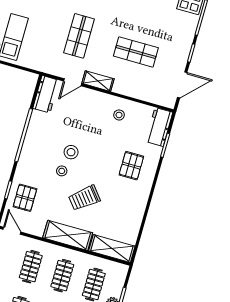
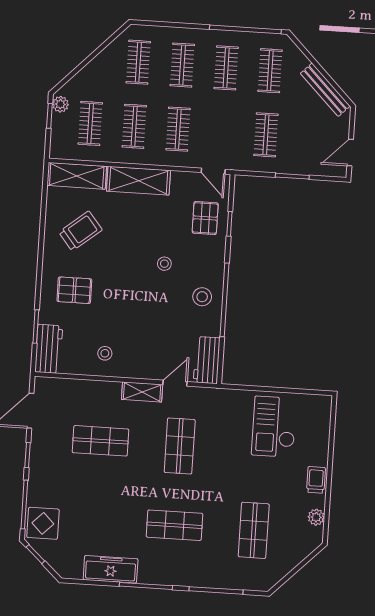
stool: (71, 152) -> (202, 297), moved
pallet: (131, 166) -> (74, 290), turned 90
trolley: (84, 198) -> (81, 231), moved

